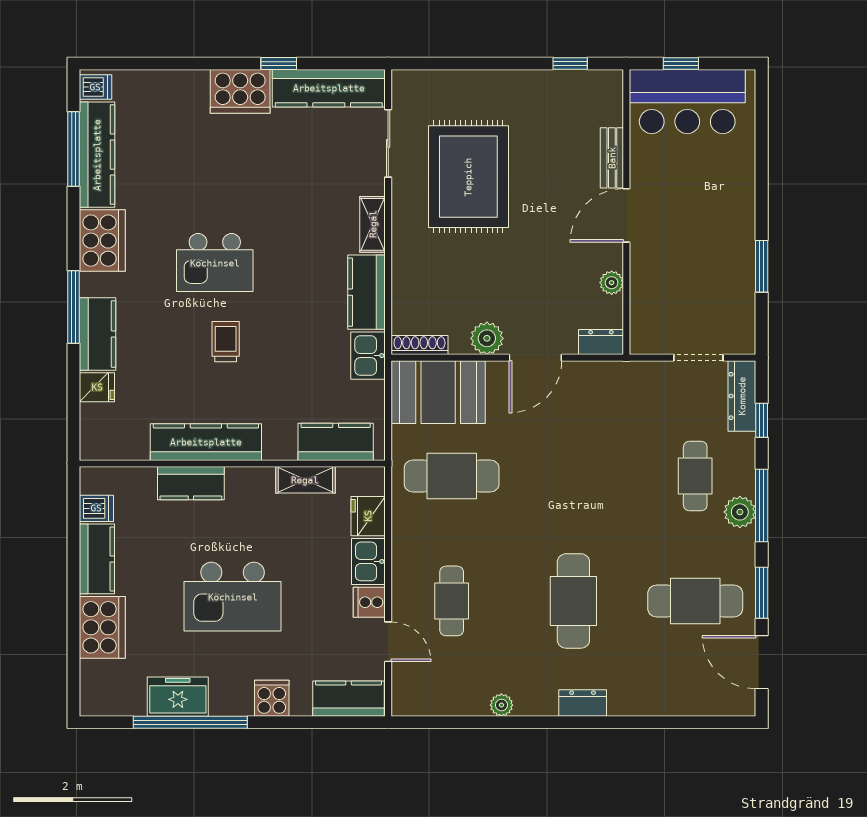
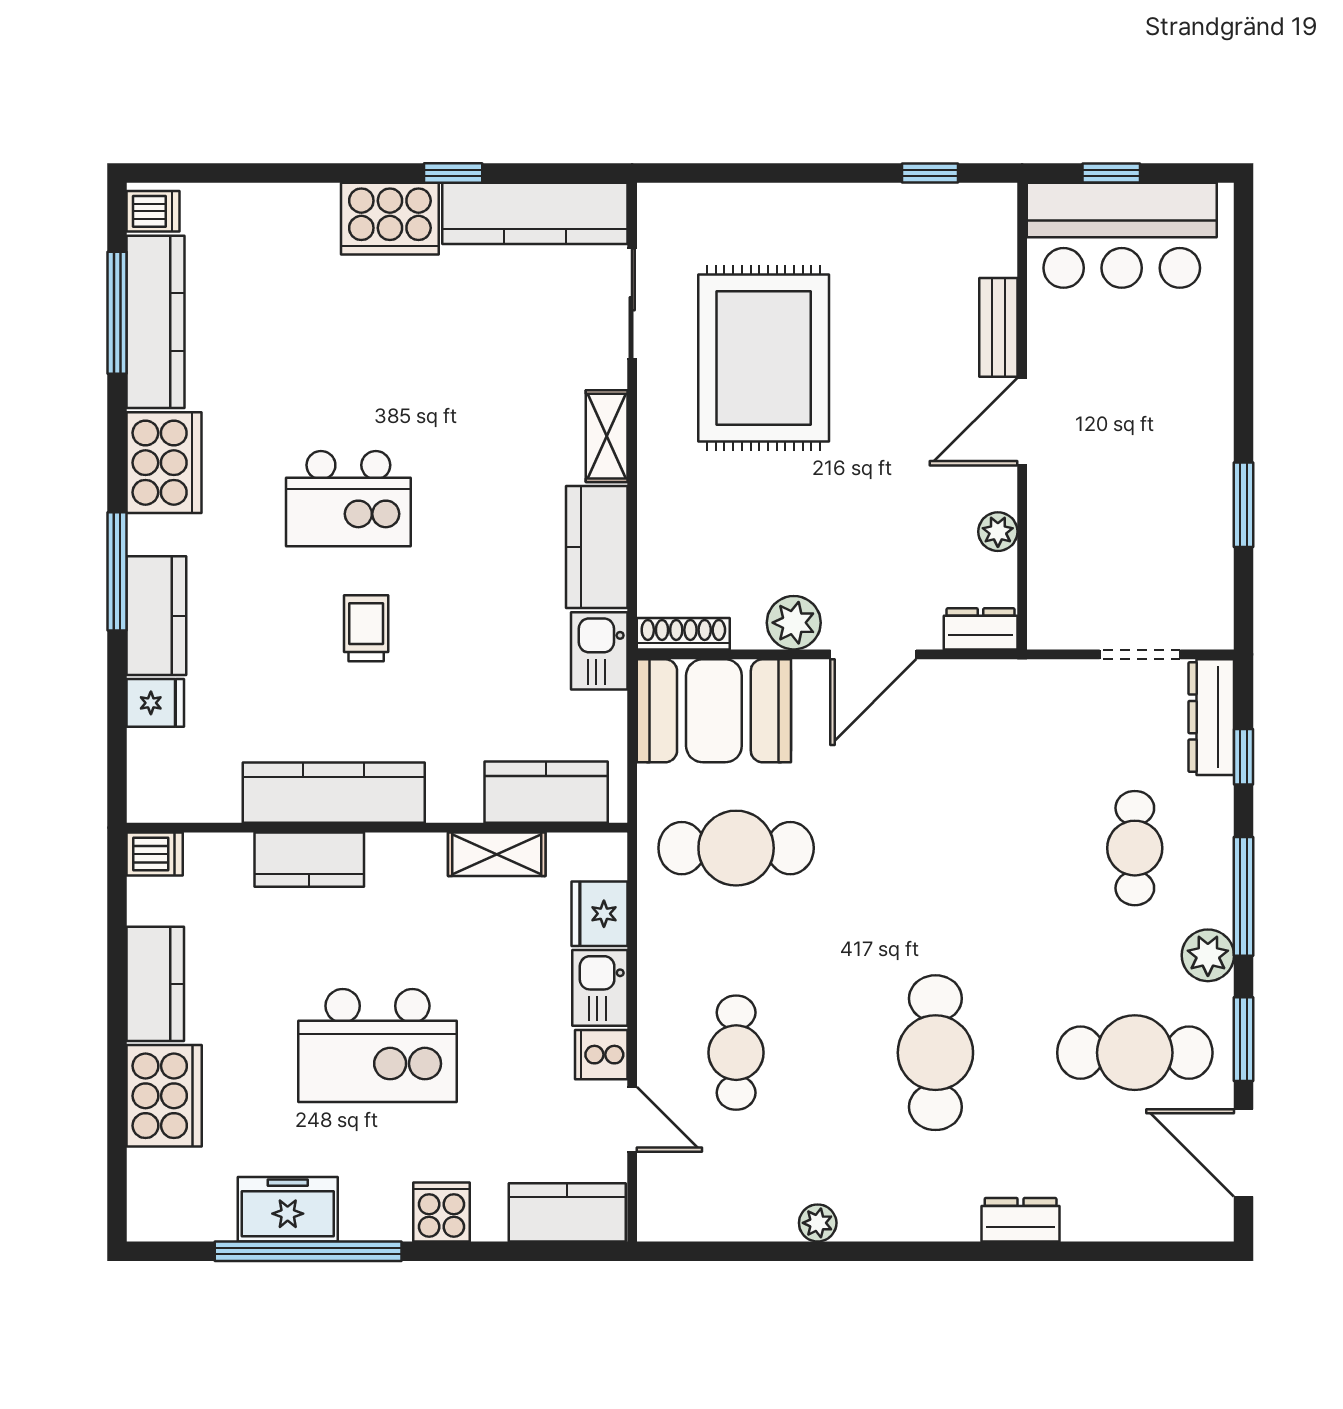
dishwasher: (96, 508) -> (155, 854), moved
plant: (740, 512) -> (1208, 955), moved
dresser: (583, 703) -> (1021, 1220), moved

